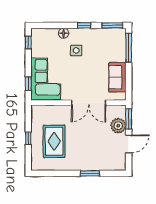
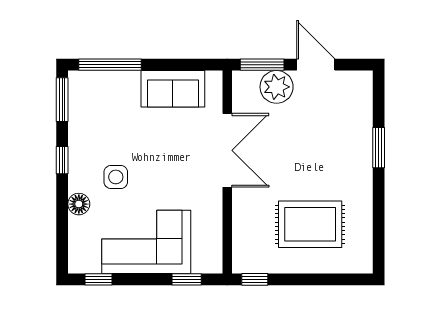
corner sofa: (46, 79) -> (146, 242), moved
window: (28, 138) -> (255, 279), moved

